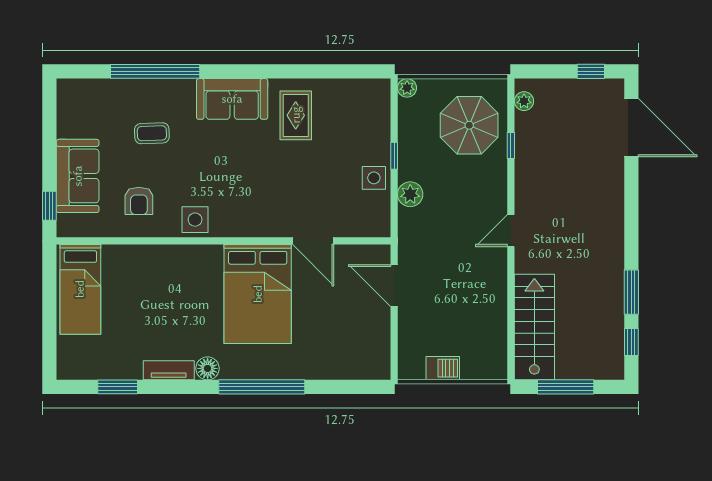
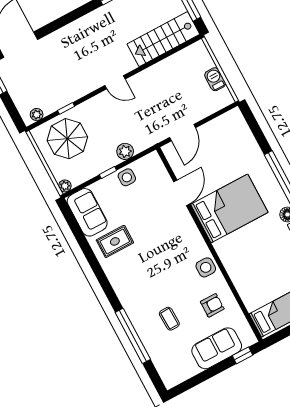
sofa: (232, 99) -> (87, 212), moved

